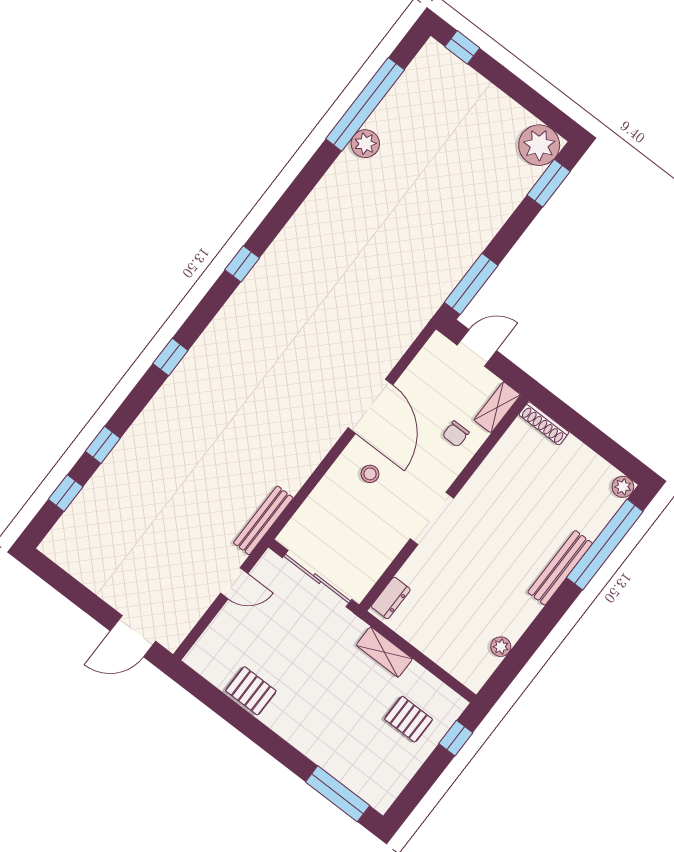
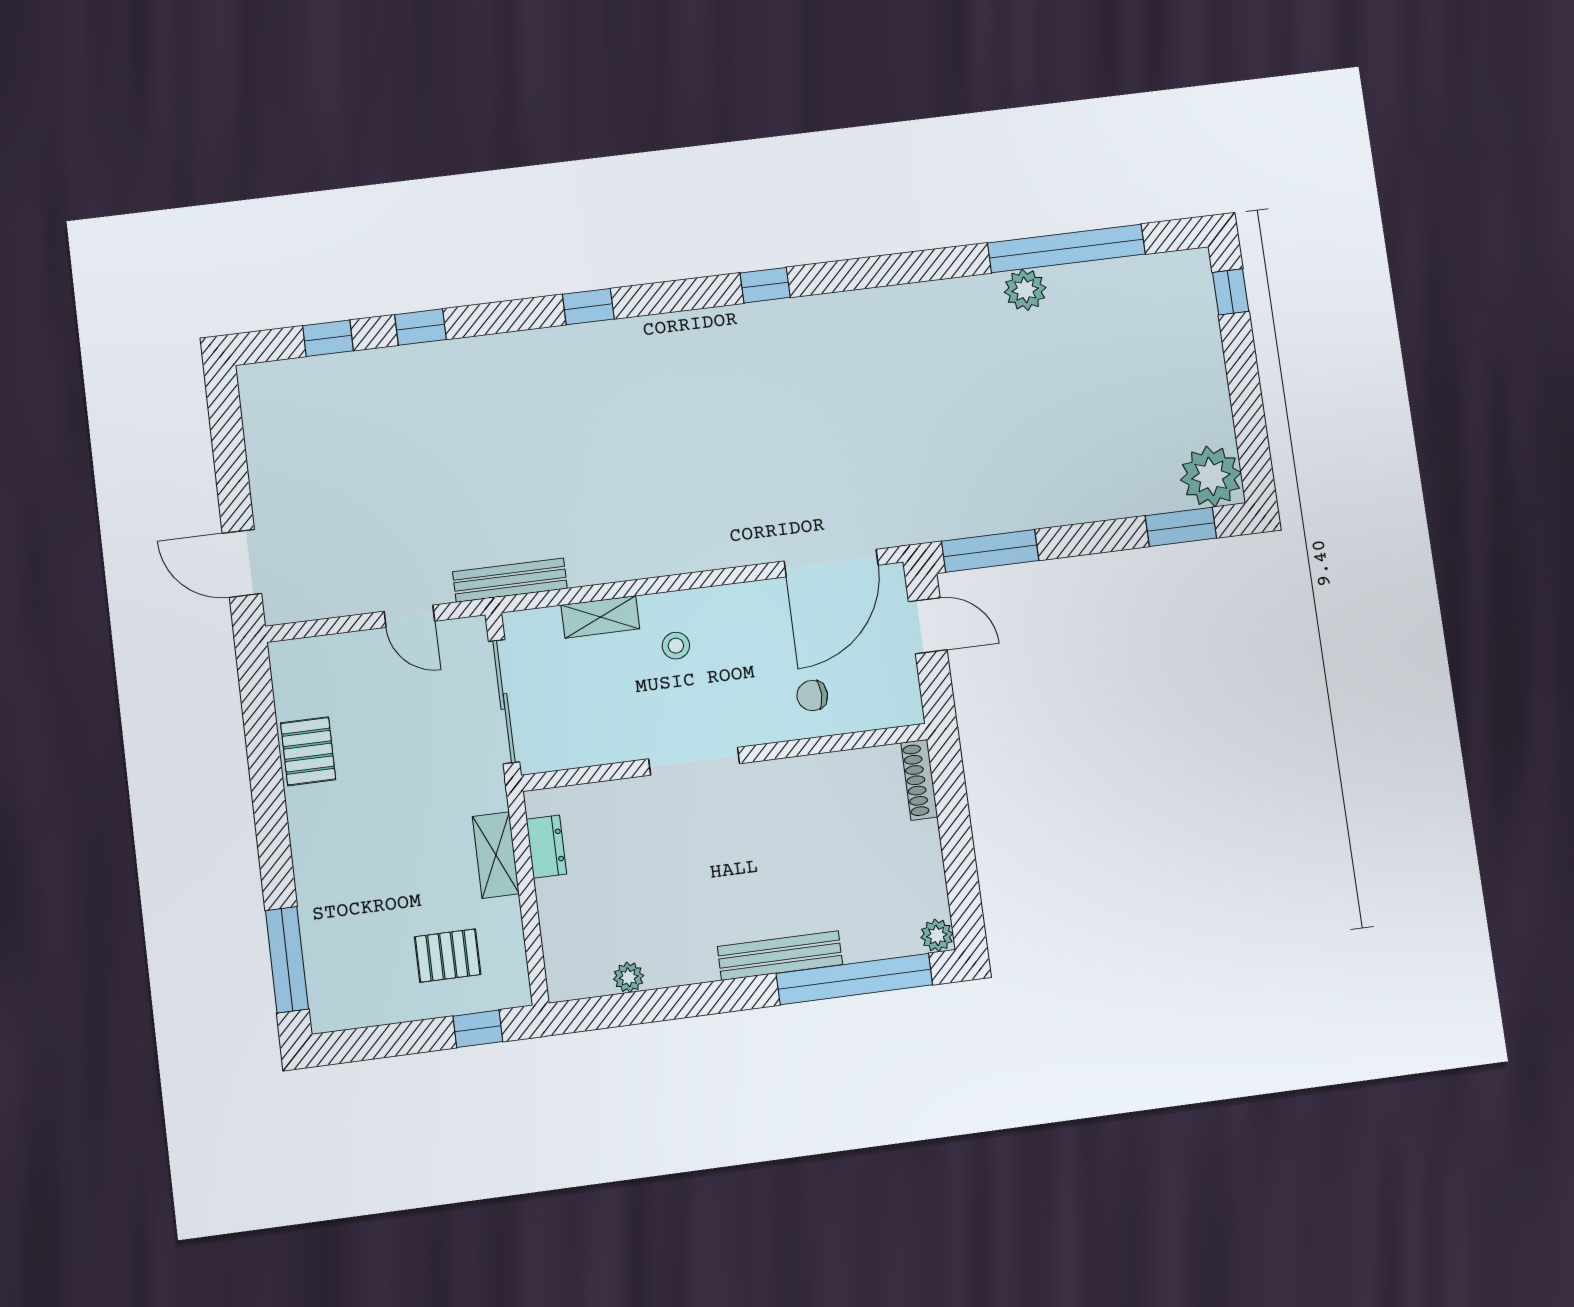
door: (370, 406) -> (831, 563), moved
shelving: (497, 407) -> (600, 617), moved
dresser: (391, 598) -> (546, 847), moved, turned -90
pallet: (409, 719) -> (448, 956), turned 90

